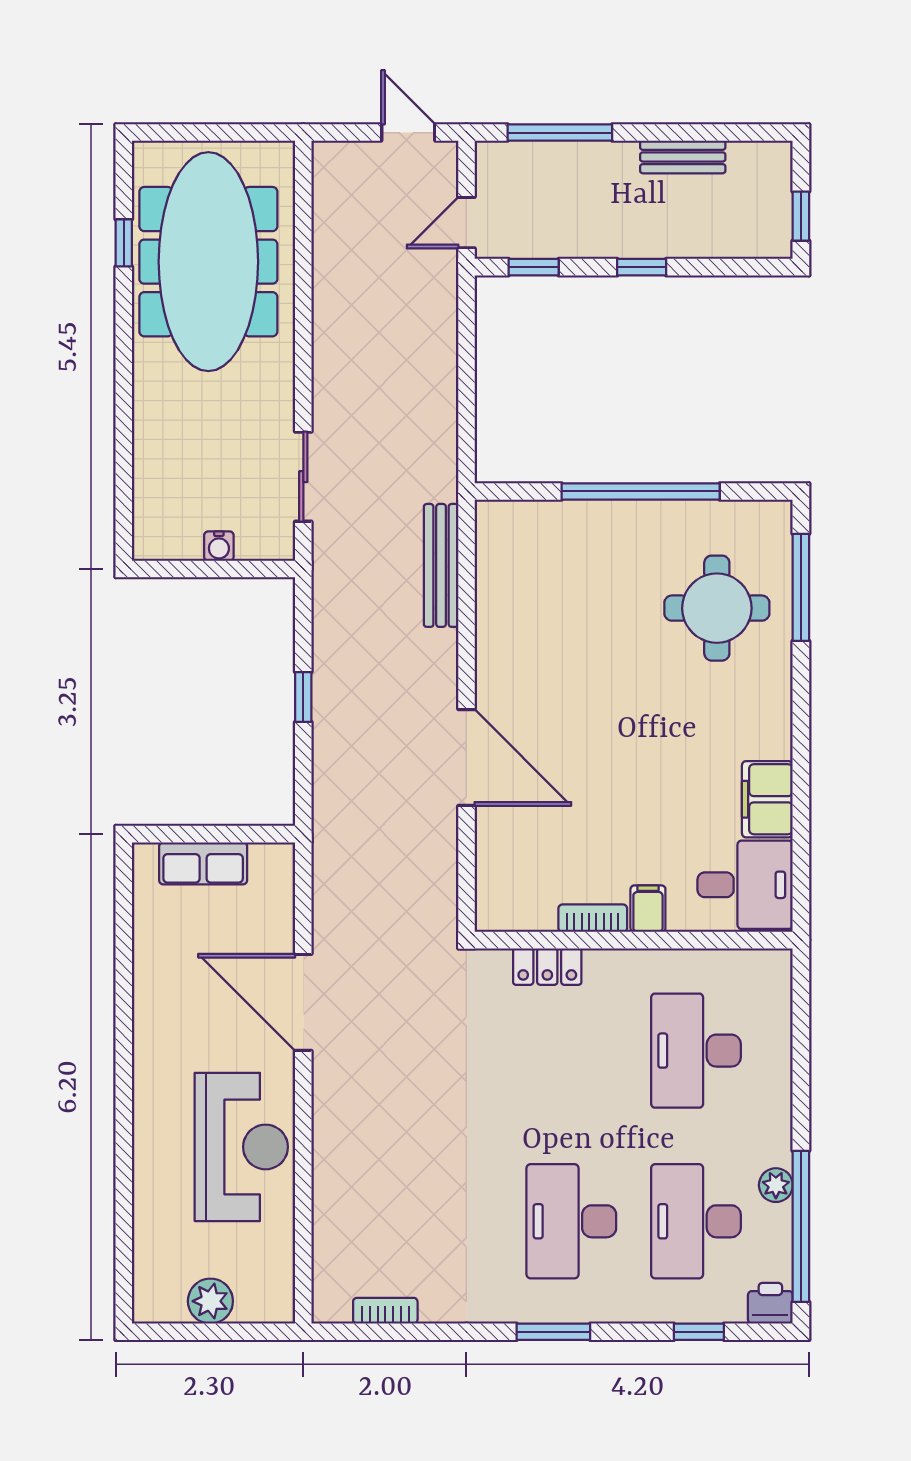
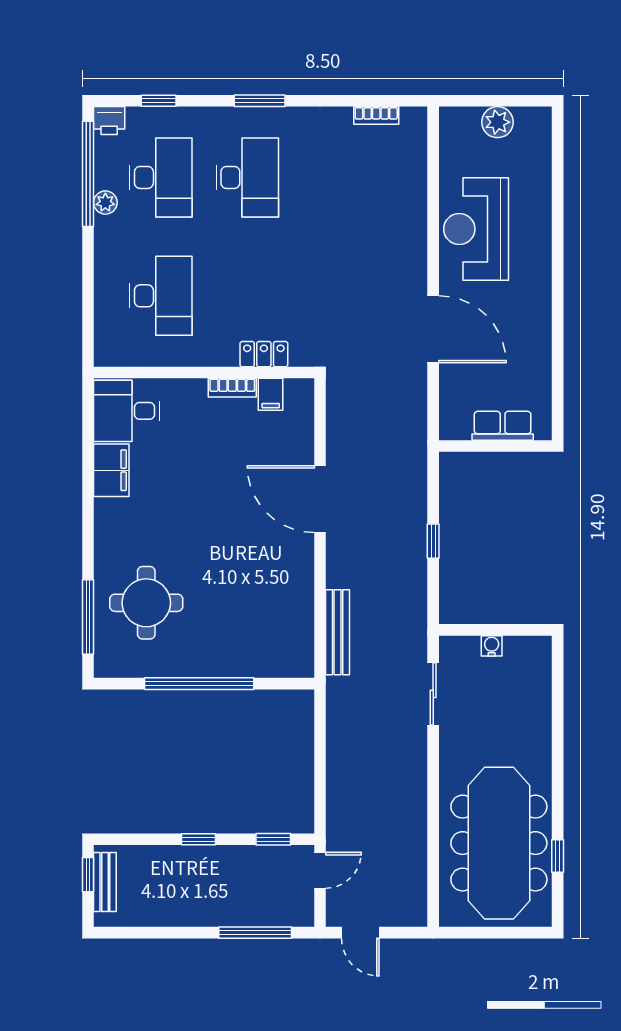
bench: (683, 157) -> (105, 882), moved, turned 90
filing cabinet: (648, 909) -> (271, 394), moved

